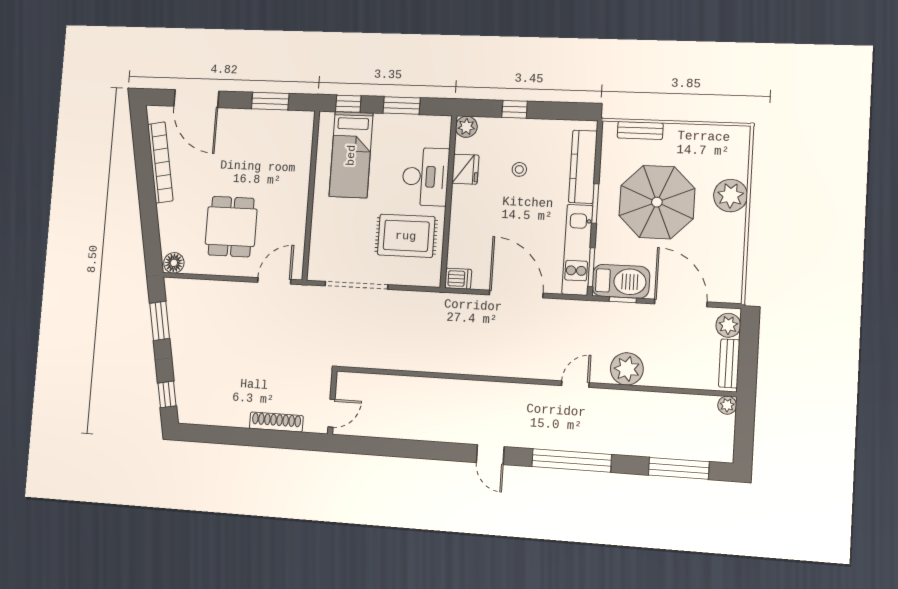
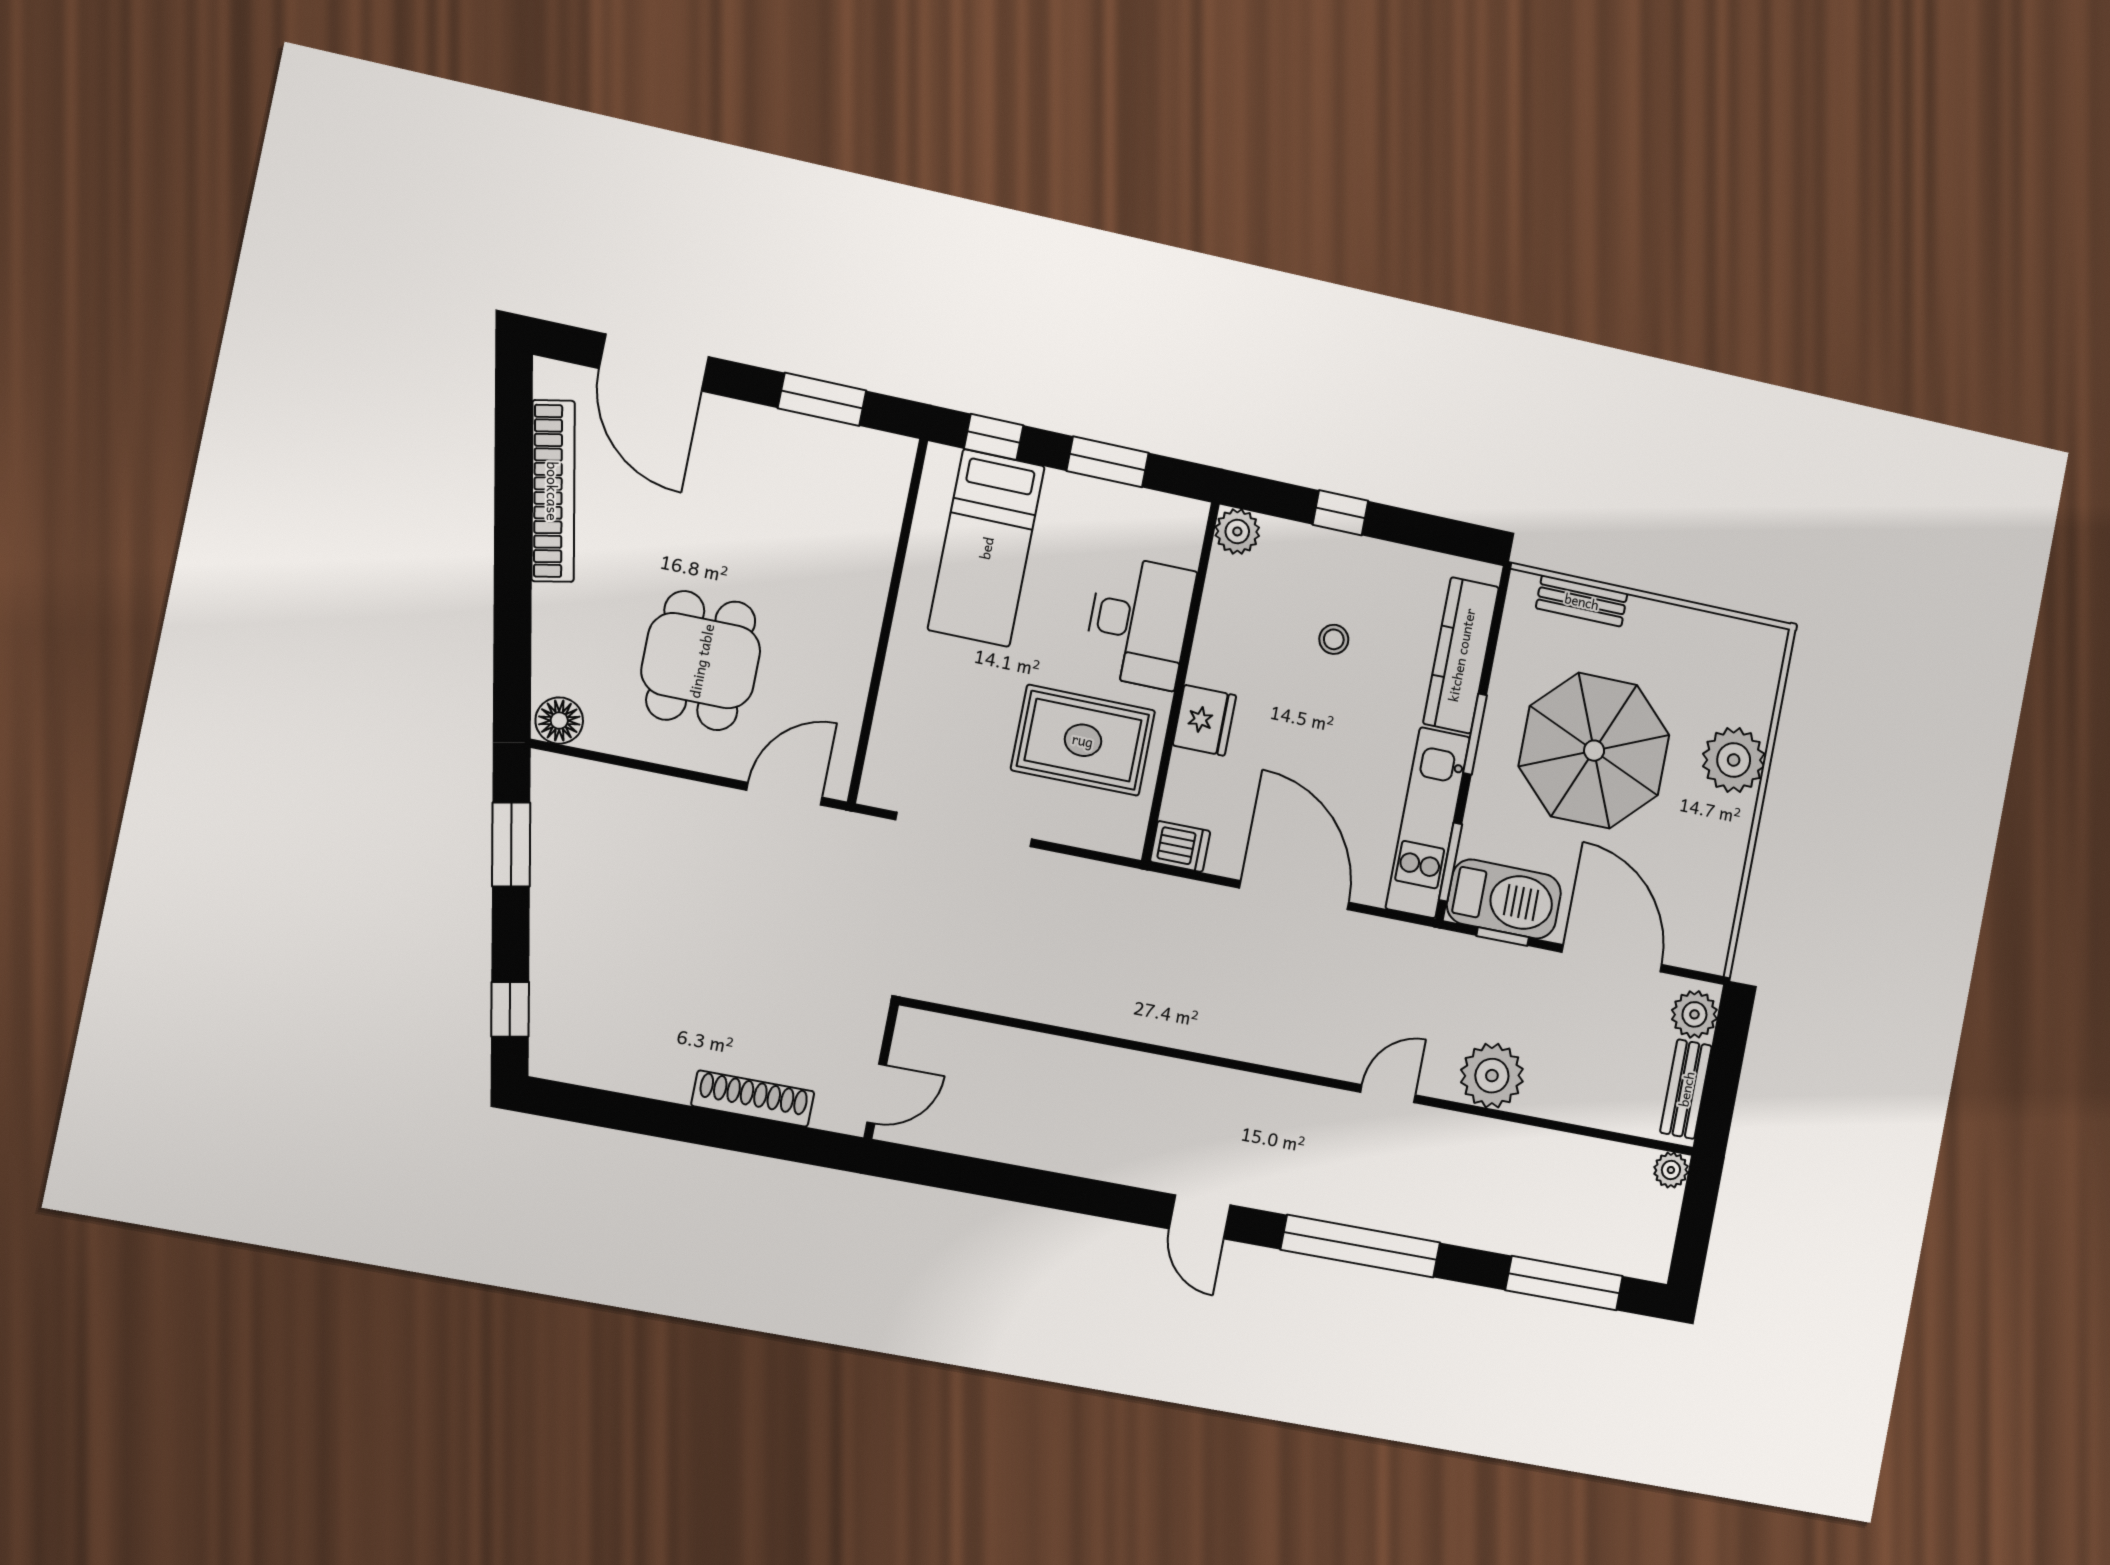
fridge: (465, 169) -> (1204, 720), moved

